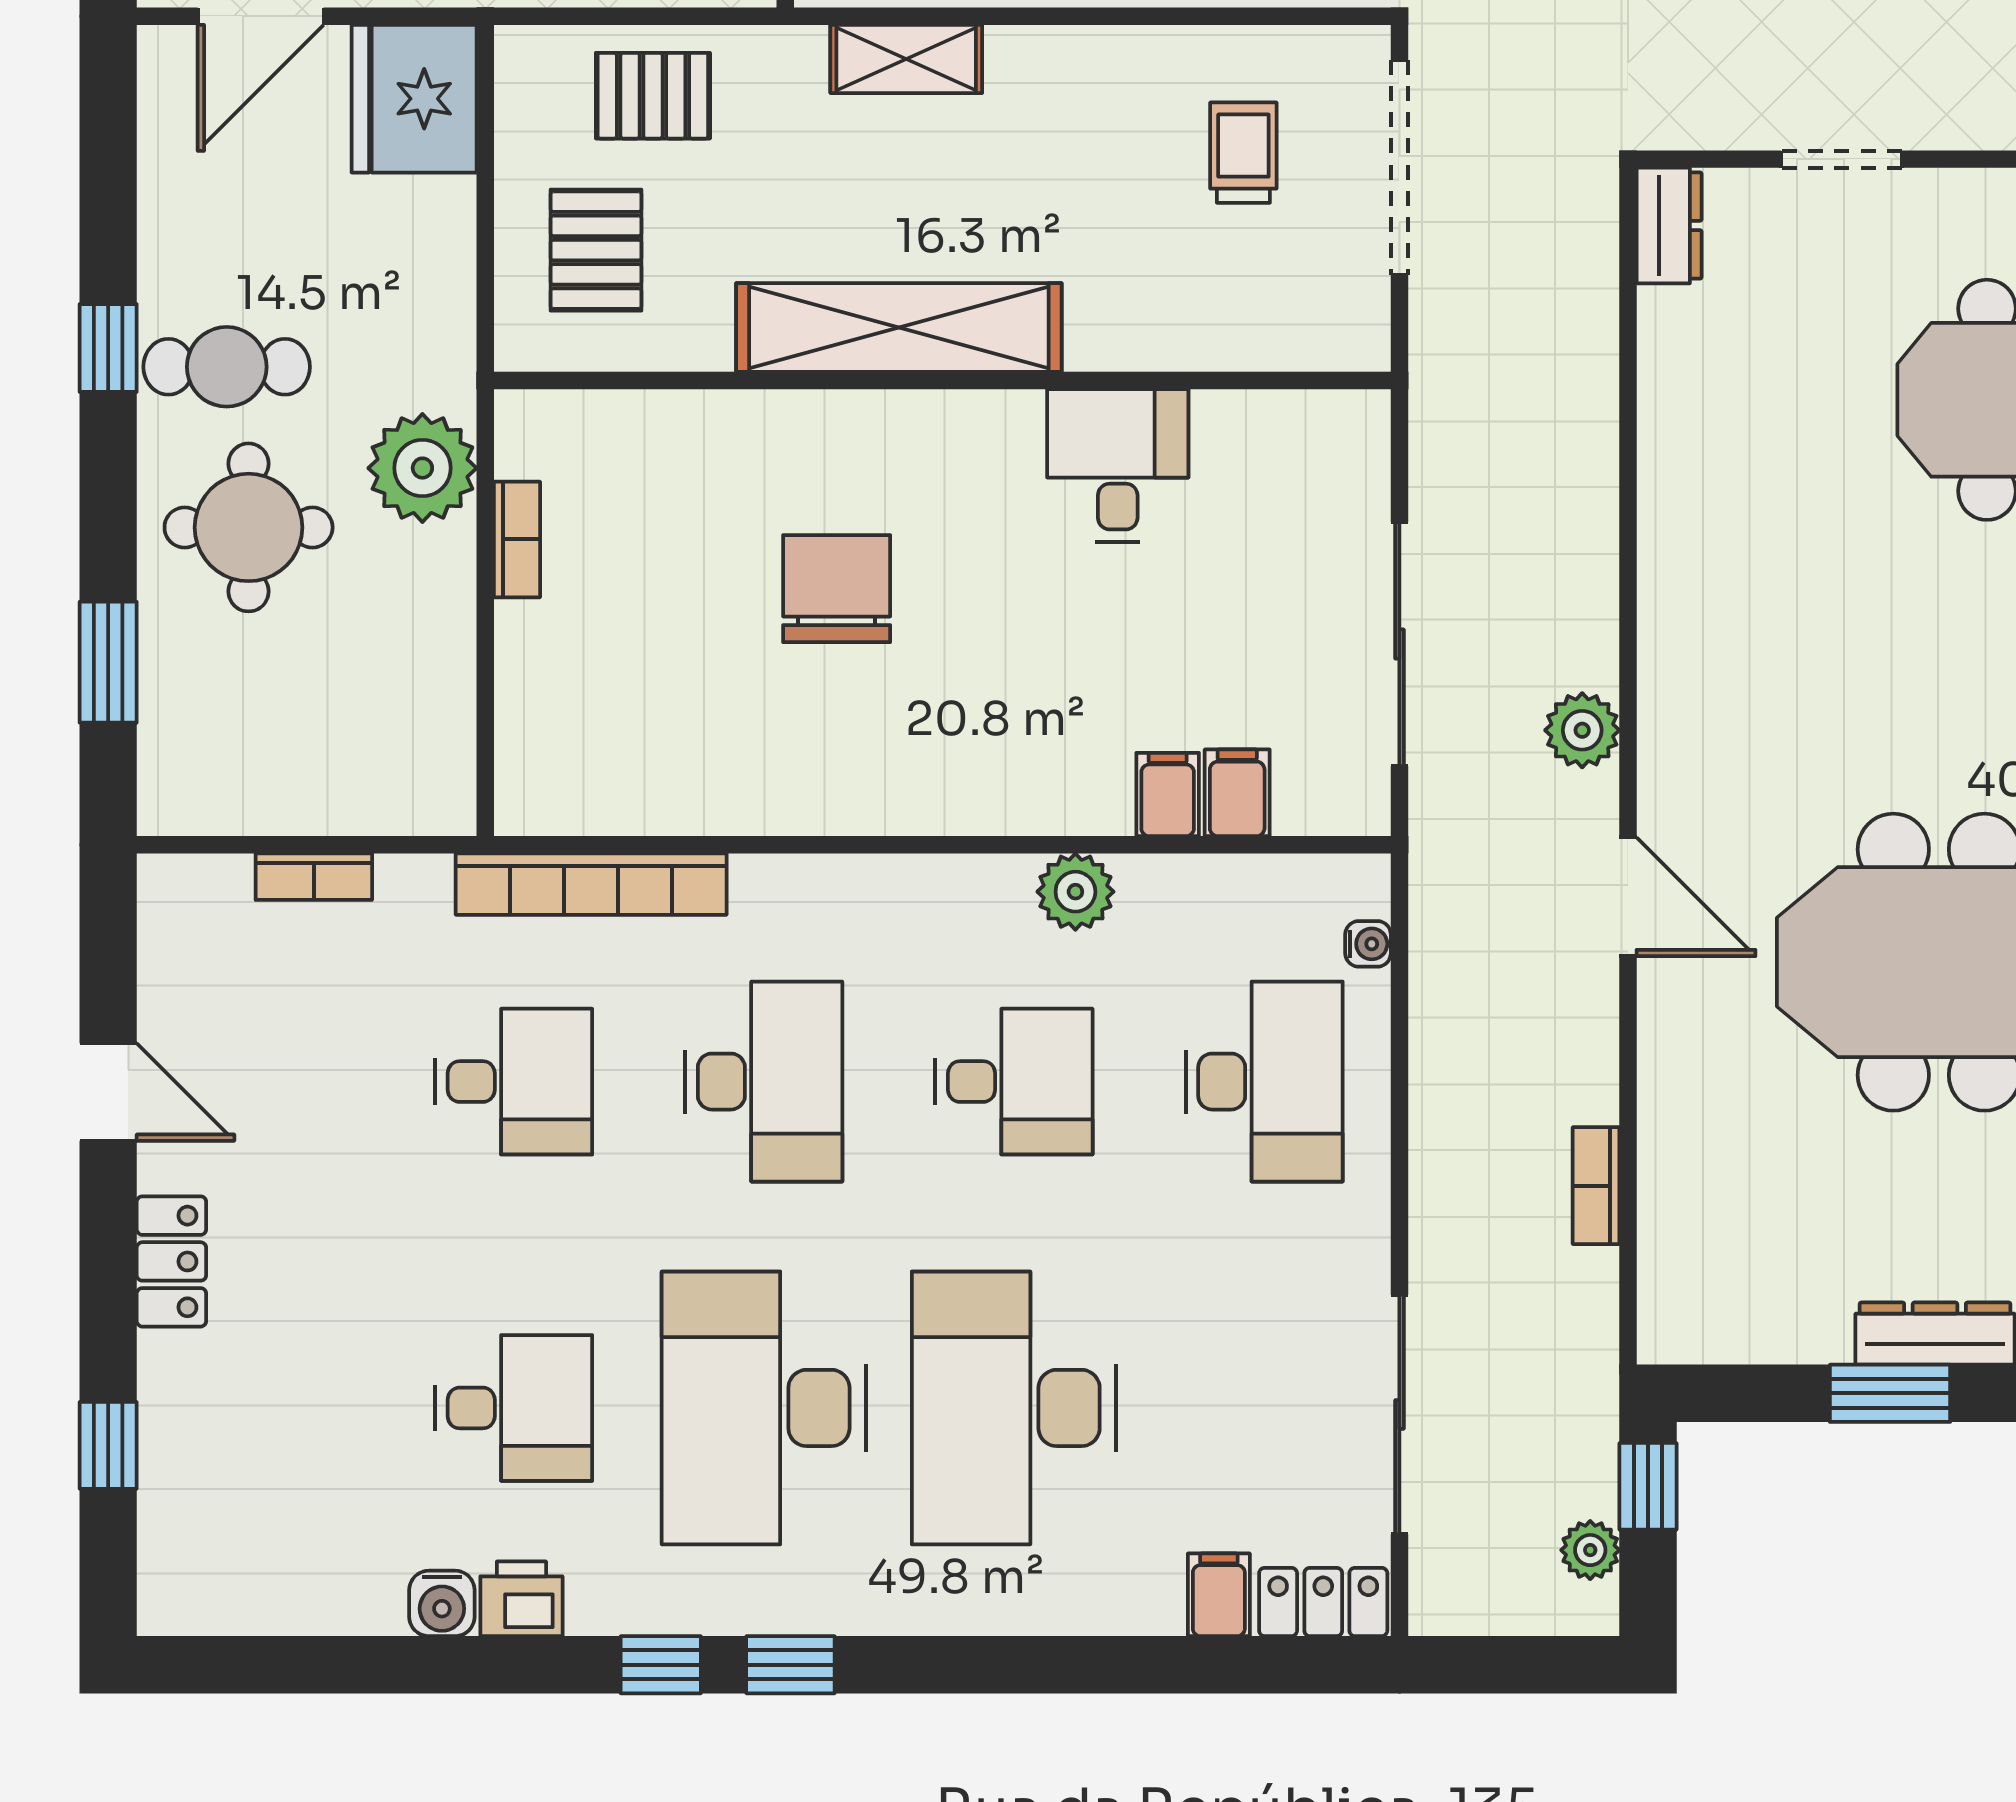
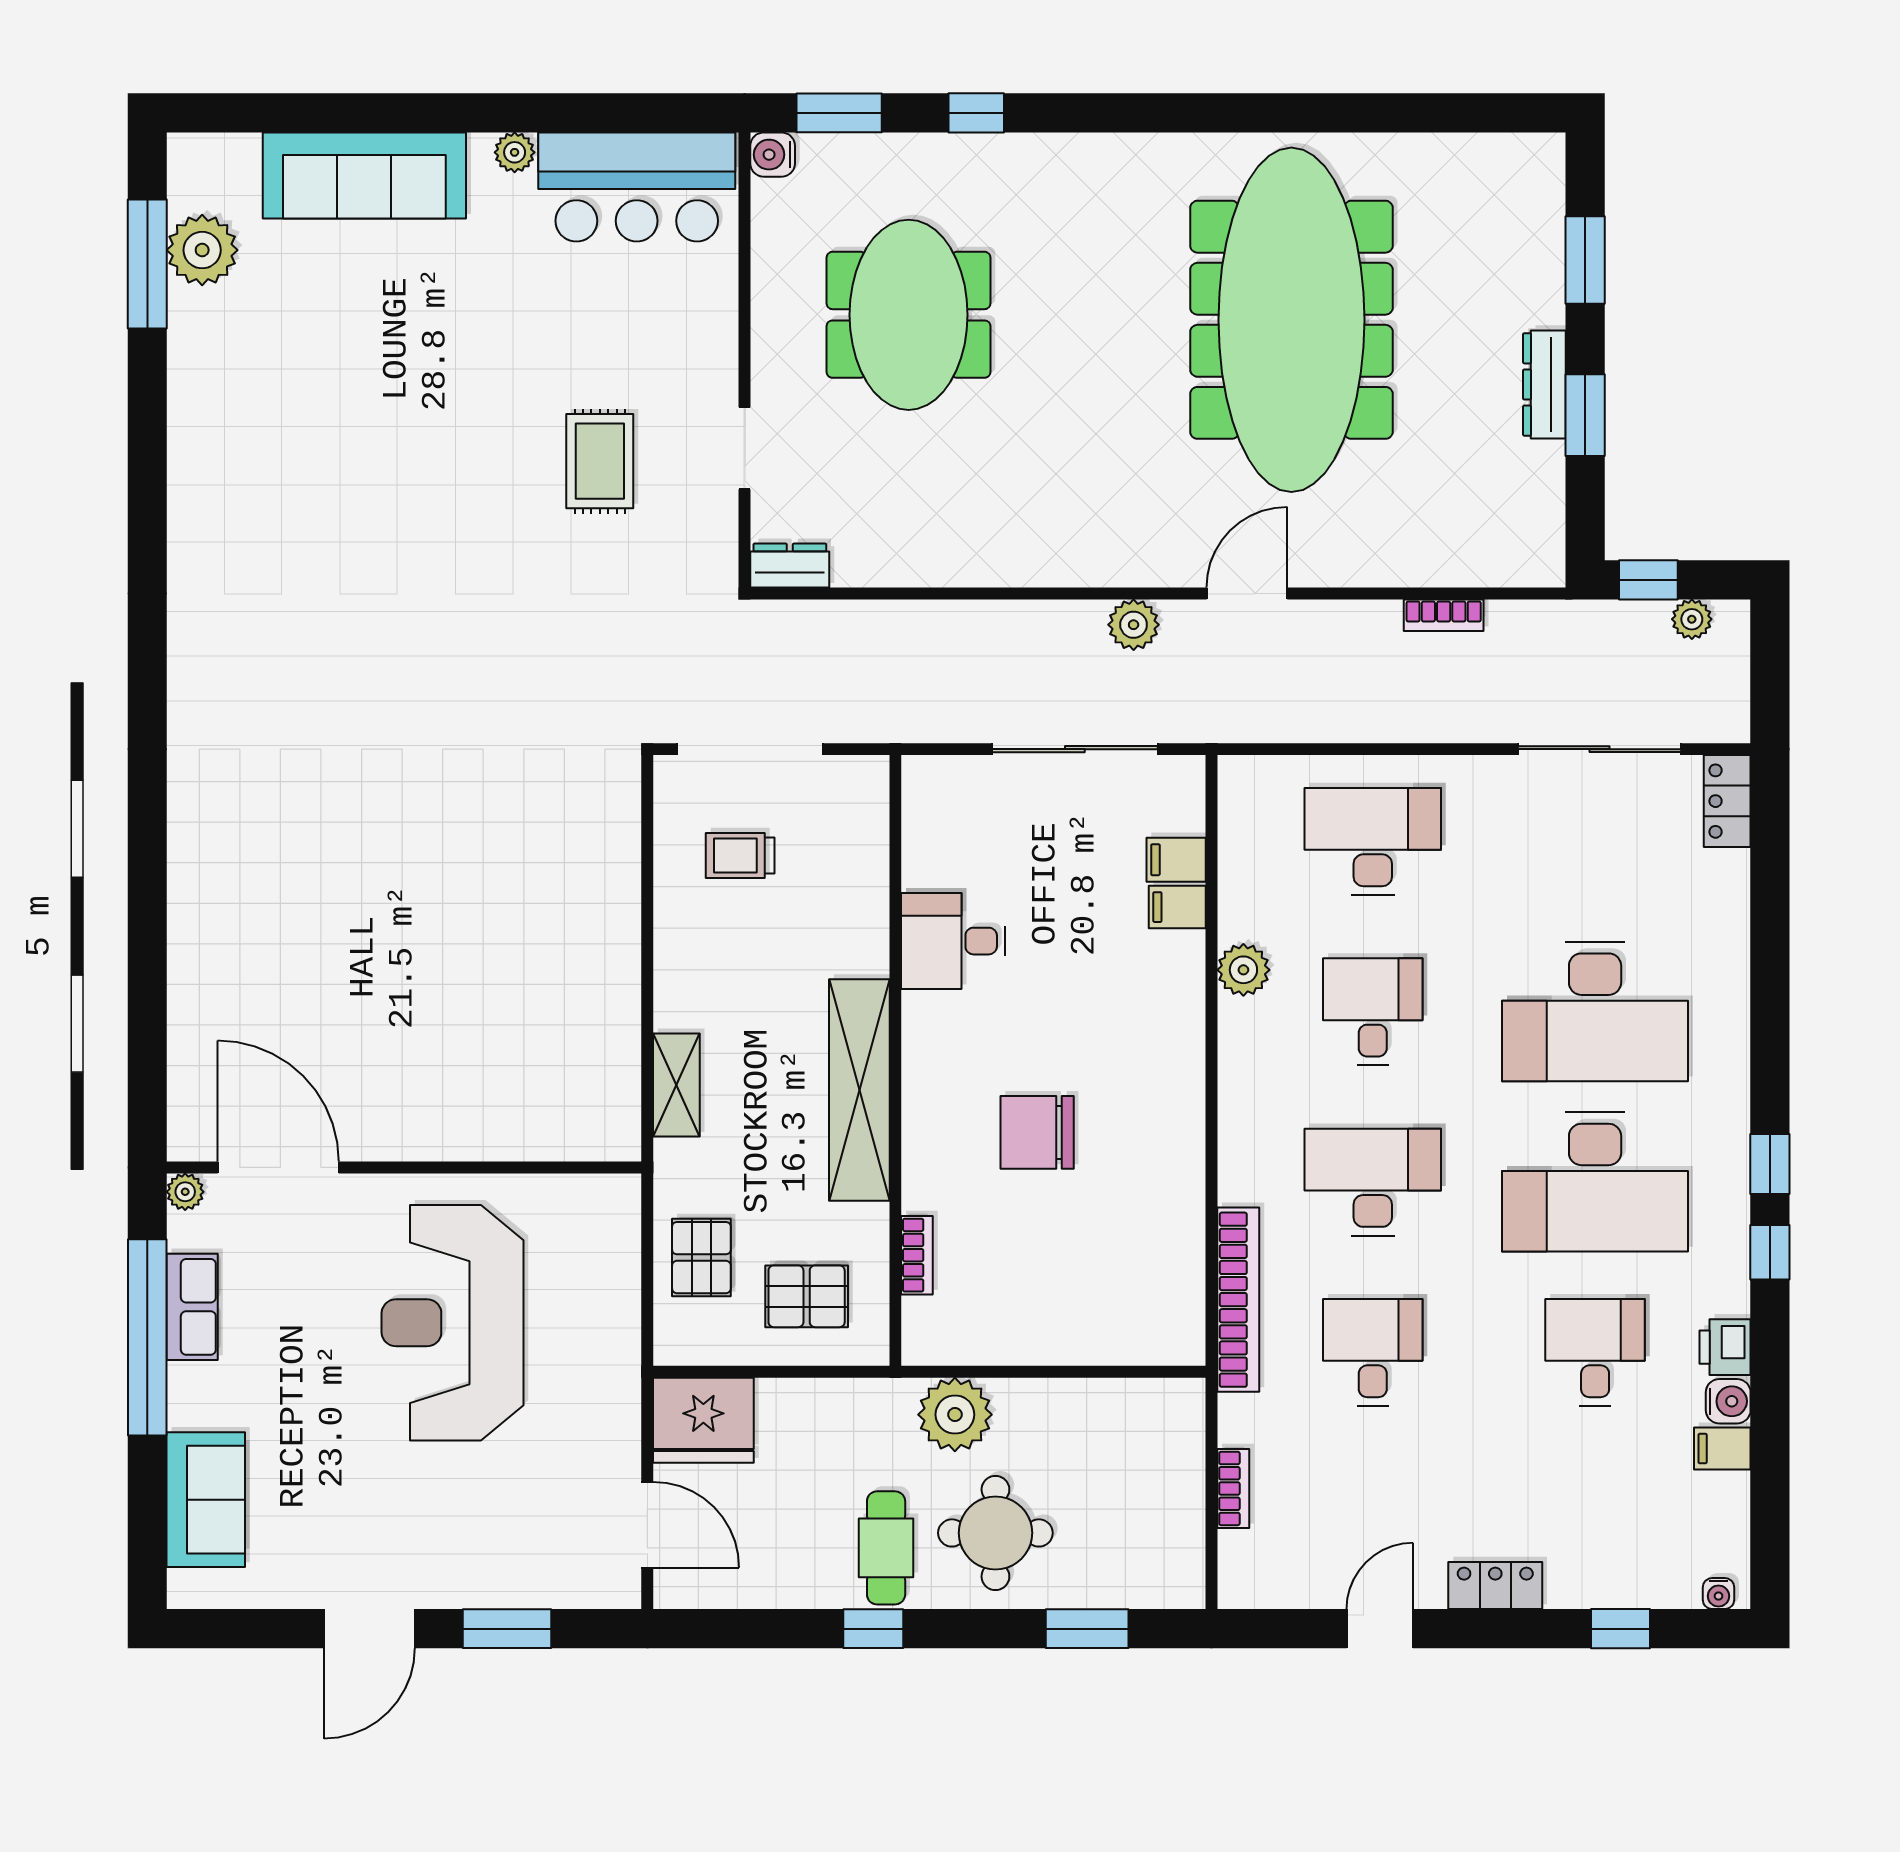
bookcase: (517, 539) -> (917, 1255), moved, turned 90
water cooler: (1368, 944) -> (1718, 1594), moved, turned 180
filing cabinet: (1219, 1595) -> (1722, 1449), moved

